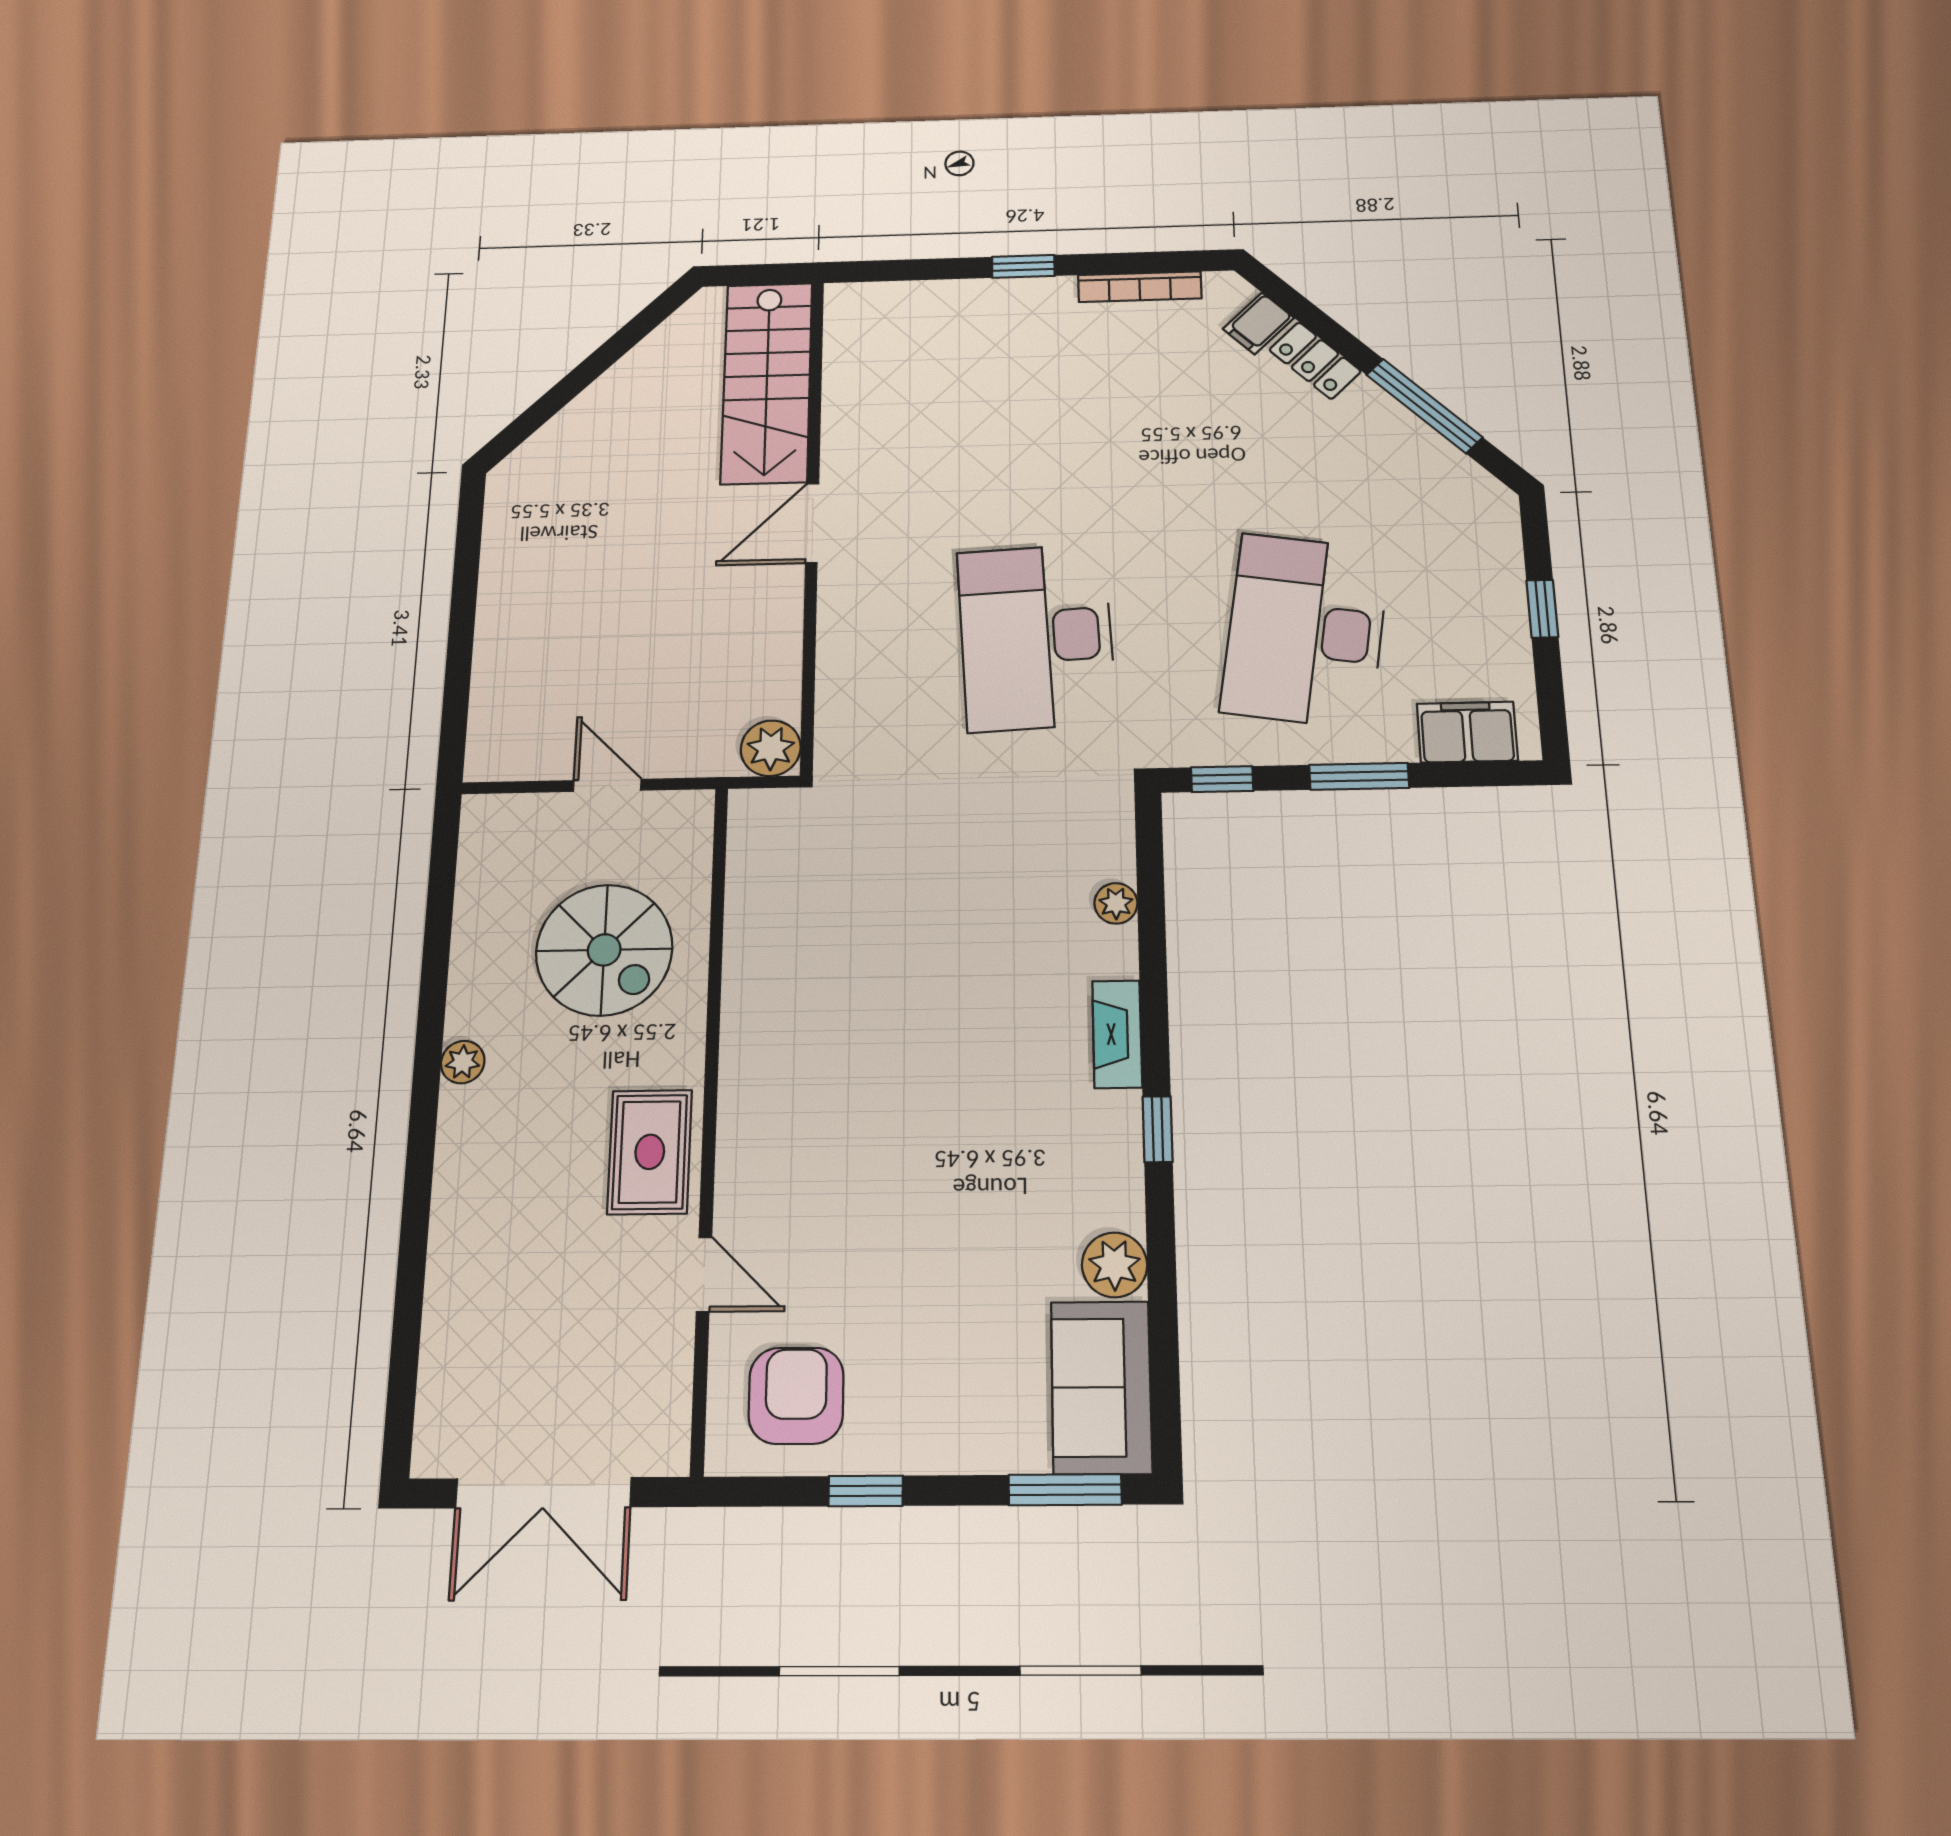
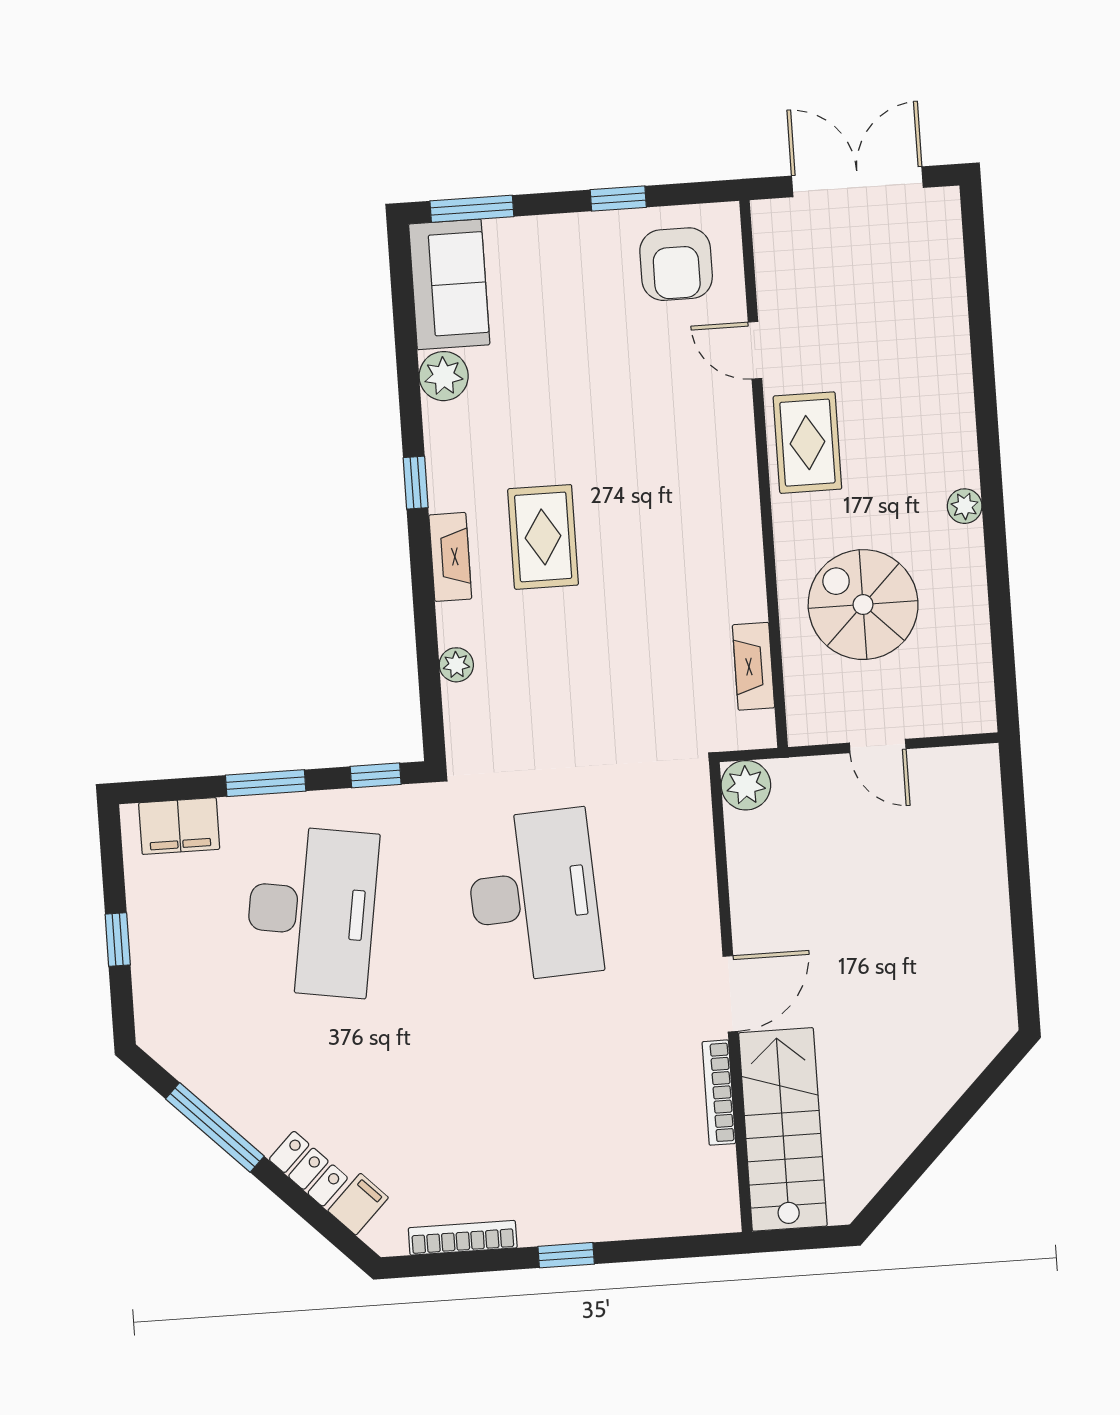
bookcase: (836, 422) -> (719, 1093), added
fireplace: (747, 884) -> (753, 666), added
rug: (997, 1052) -> (543, 537), added

